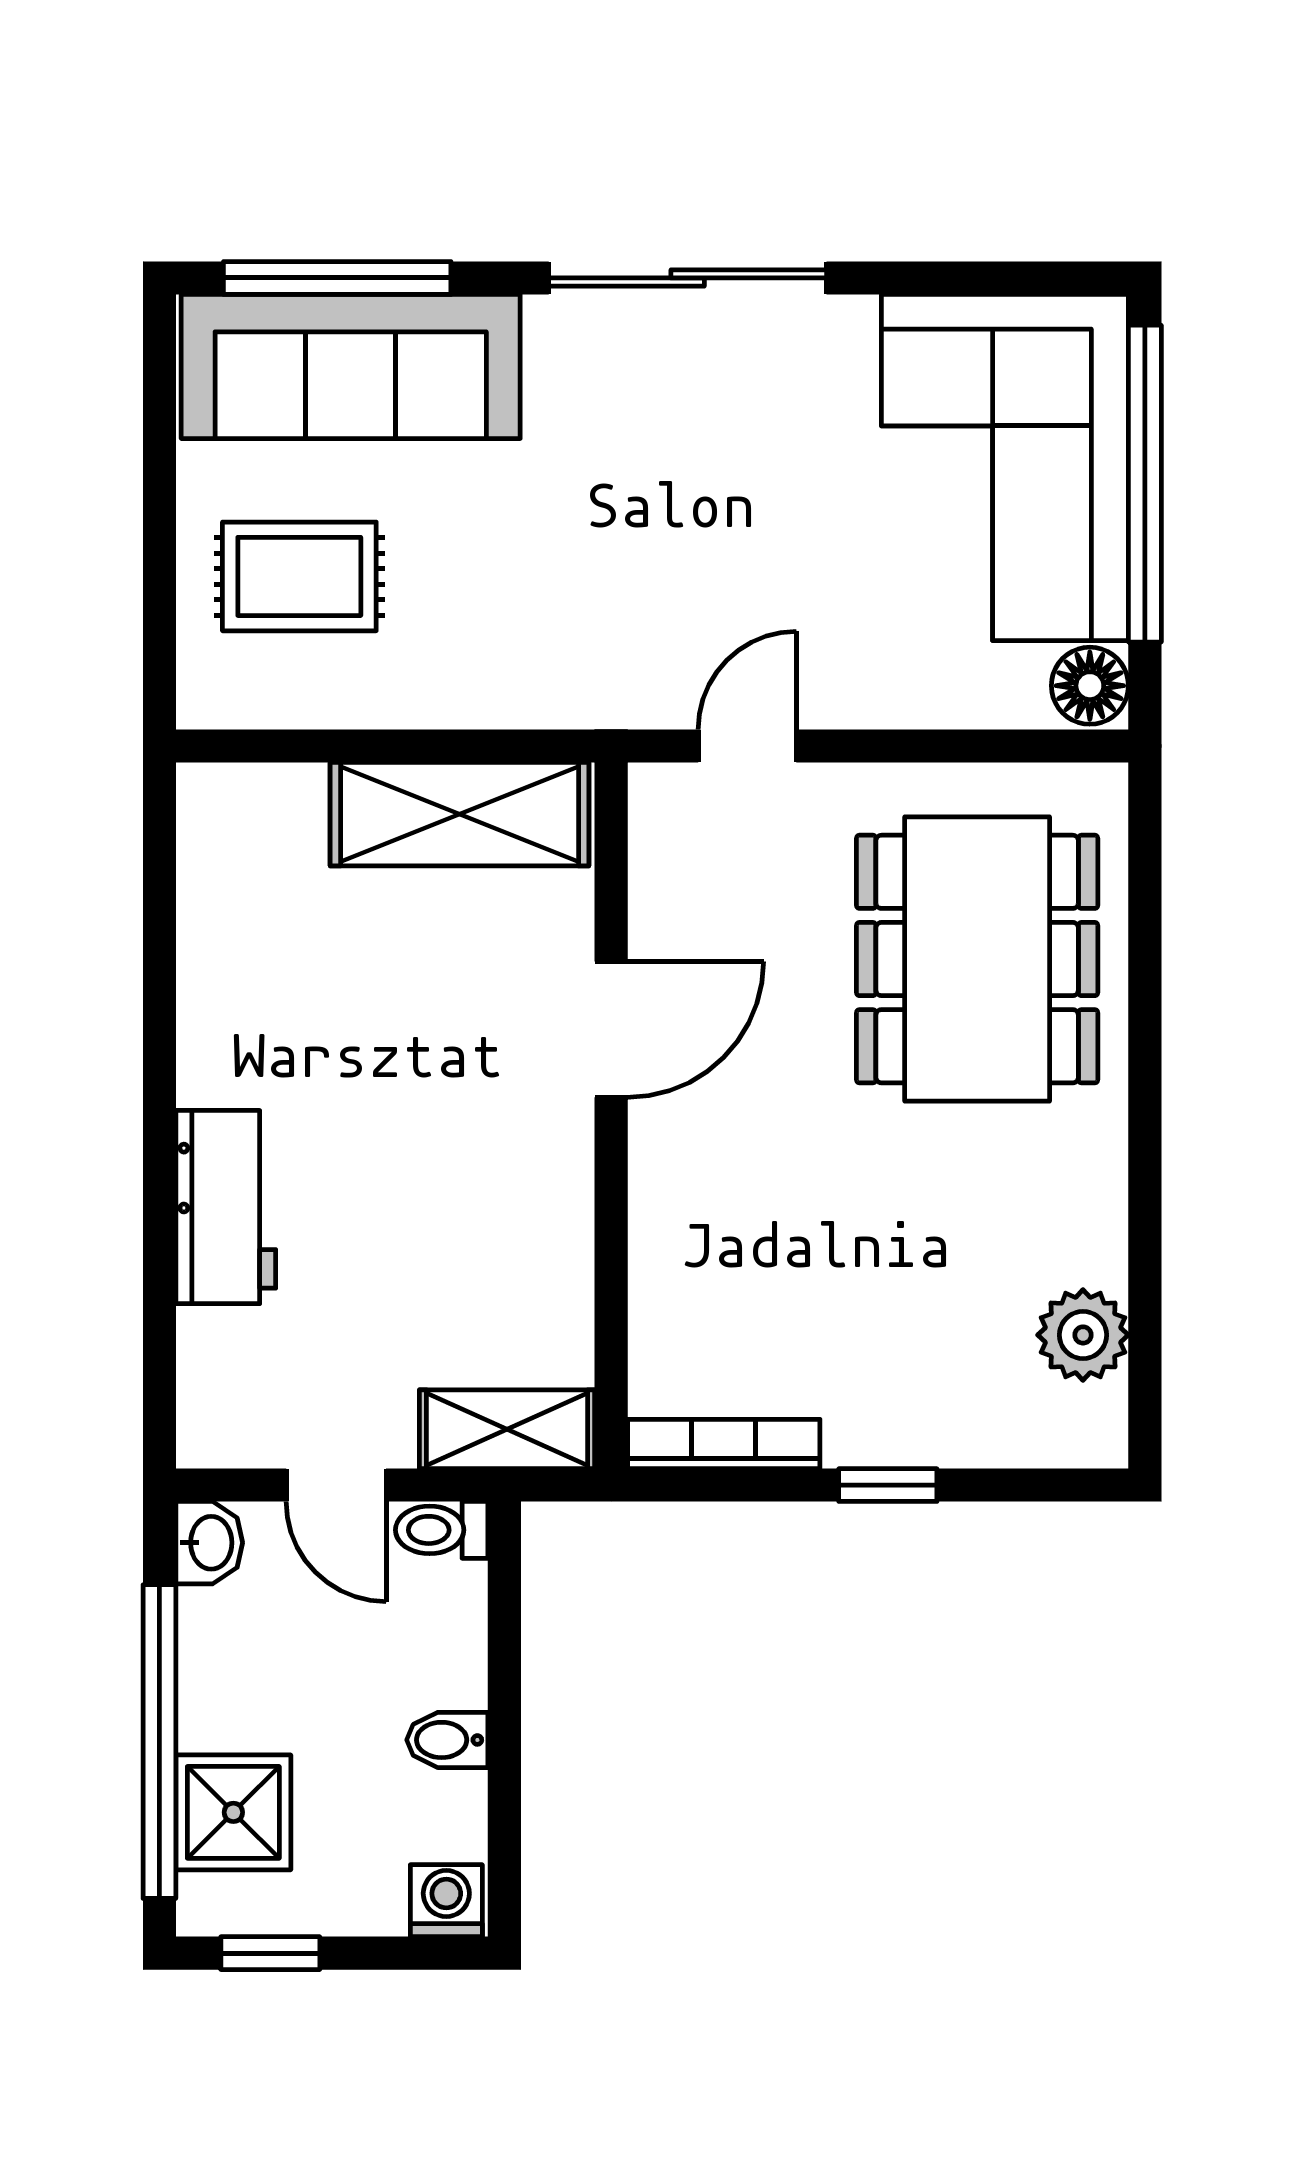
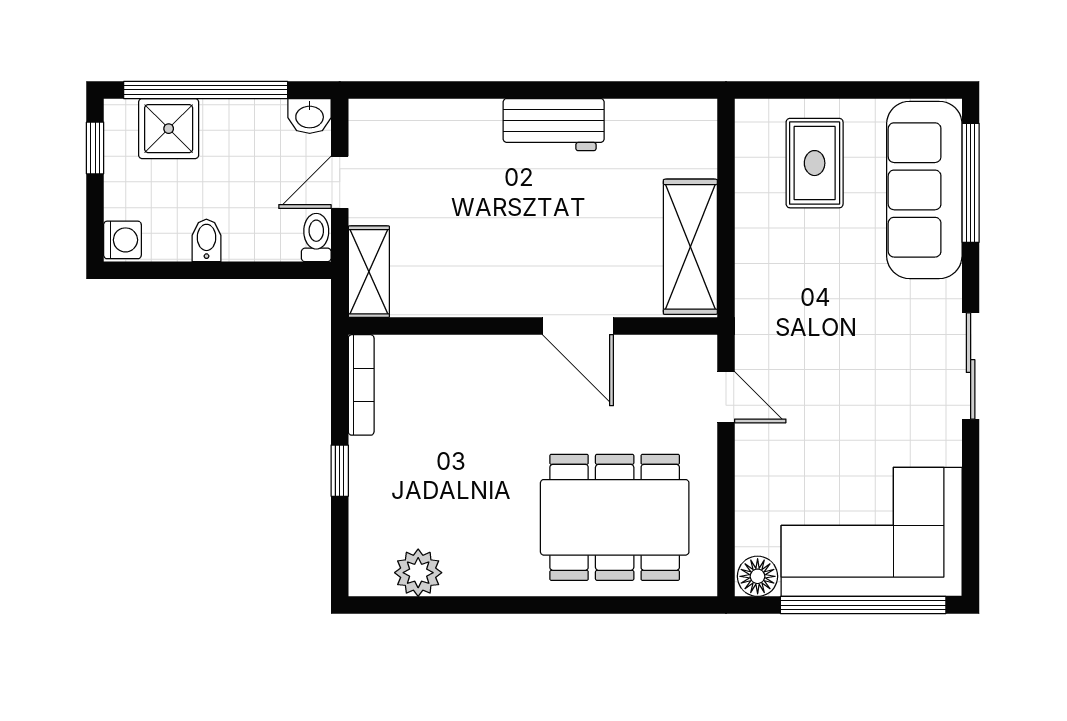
sliding door: (688, 278) -> (971, 366), width x0.73
workbench: (226, 1207) -> (554, 125), moved

